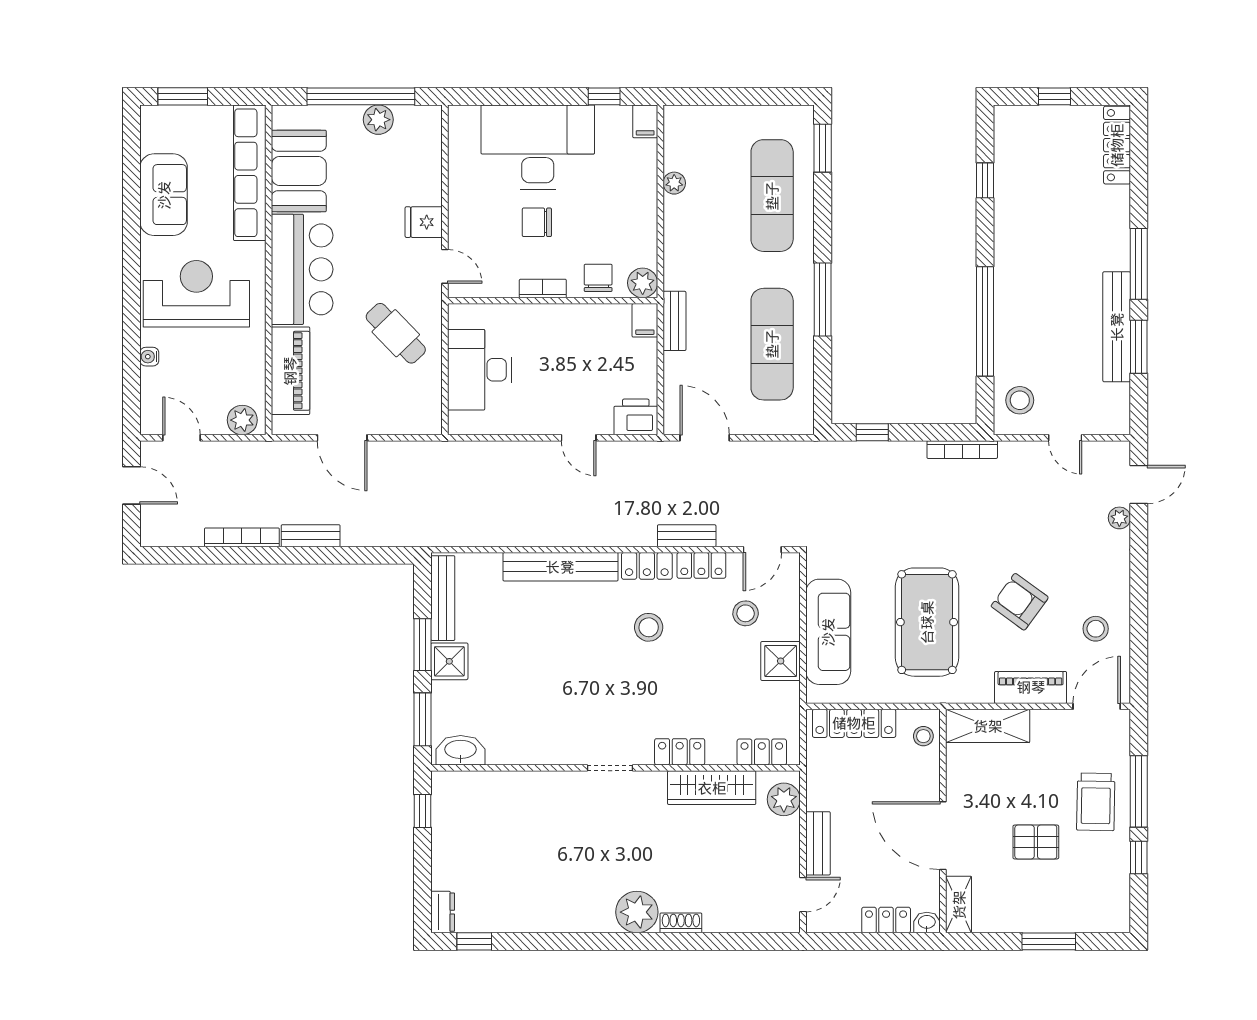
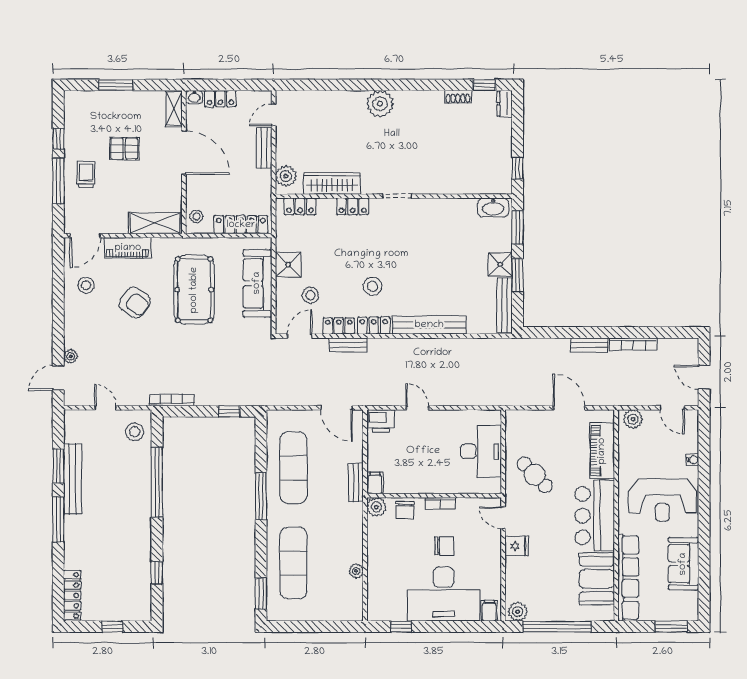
plant: (378, 120) -> (518, 612), moved
filing cabinet: (645, 121) -> (489, 611), moved
trolley: (1096, 802) -> (86, 174), width x0.73, depth x0.72
shoe rack: (681, 923) -> (458, 97), moved

